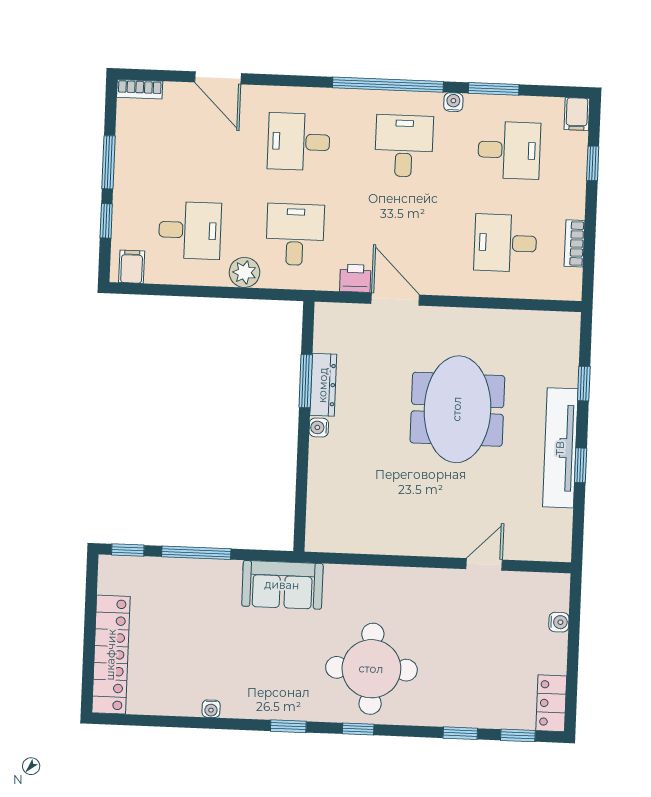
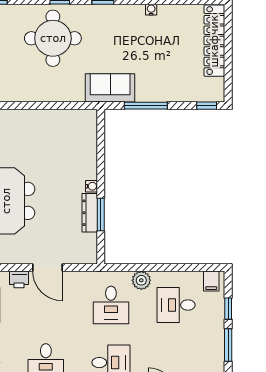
printer: (355, 278) -> (19, 279), moved
window: (196, 553) -> (146, 106), moved

